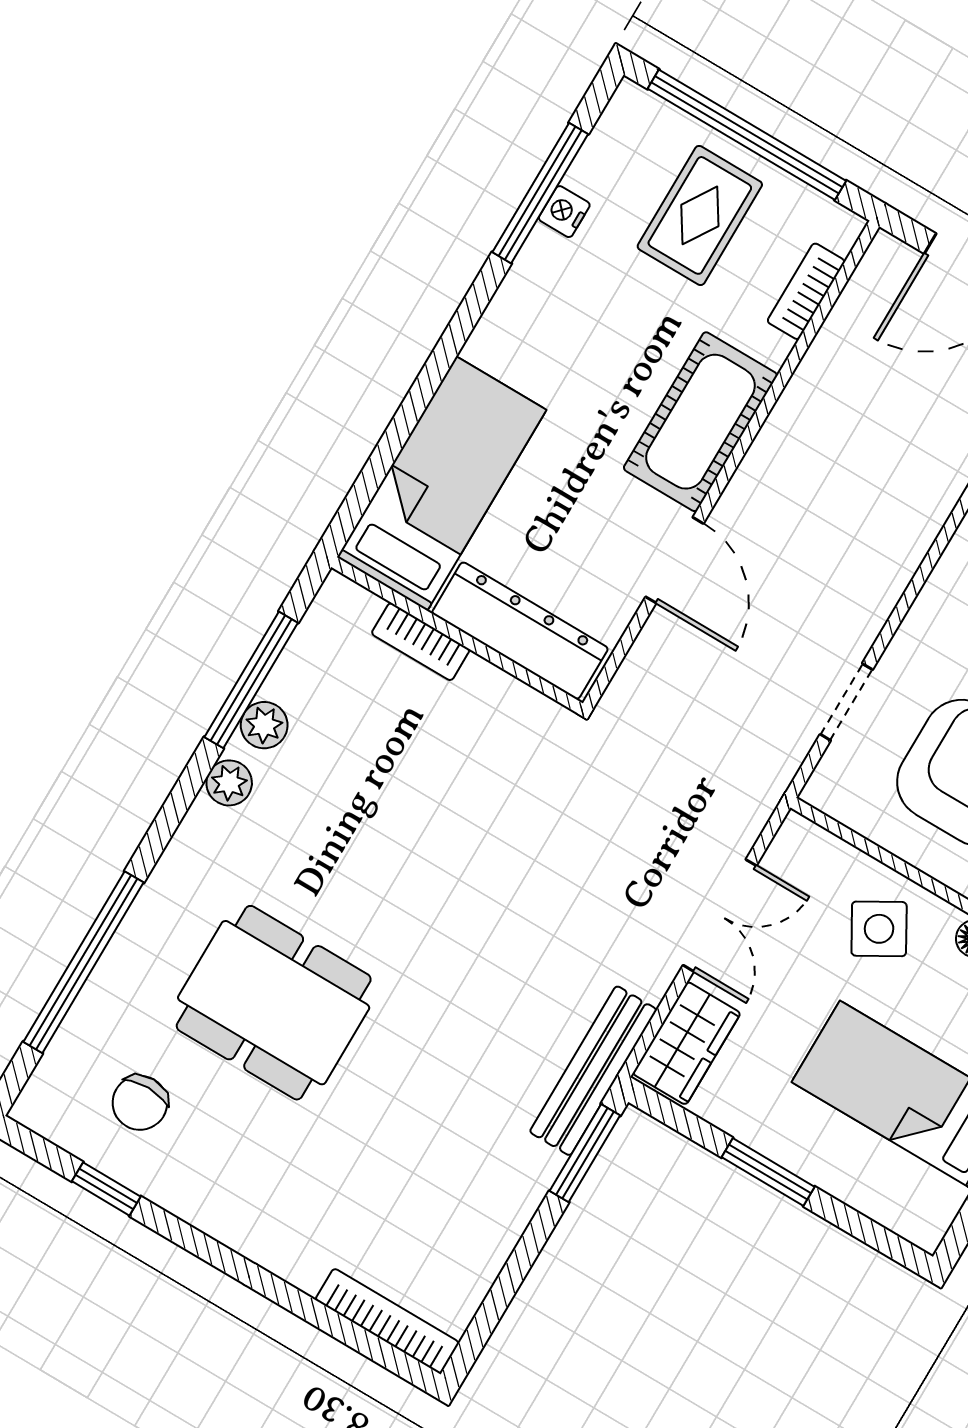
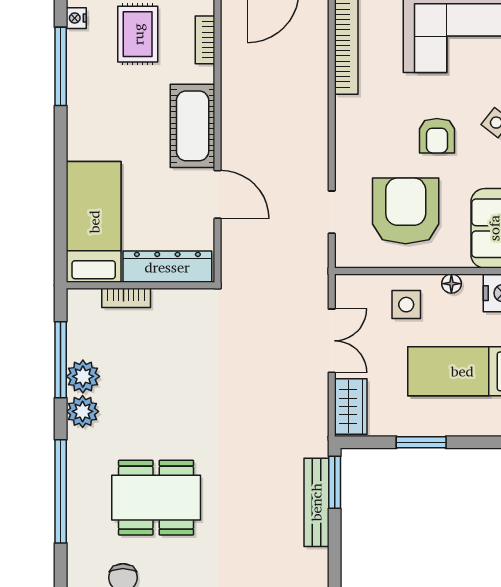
nightstand: (564, 212) -> (76, 18), moved
plant: (264, 725) -> (83, 376), width x1.38, depth x1.38
plant: (229, 783) -> (83, 411), width x1.38, depth x1.38
side table: (879, 929) -> (406, 305), turned 30
window: (84, 962) -> (61, 491), moved
bench: (593, 1071) -> (316, 502), moved

